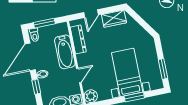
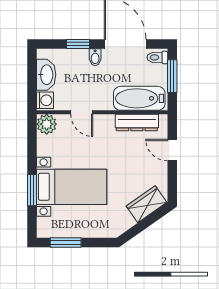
wardrobe: (114, 19) -> (147, 204), moved, turned 55
bathtub: (65, 52) -> (139, 98), moved

